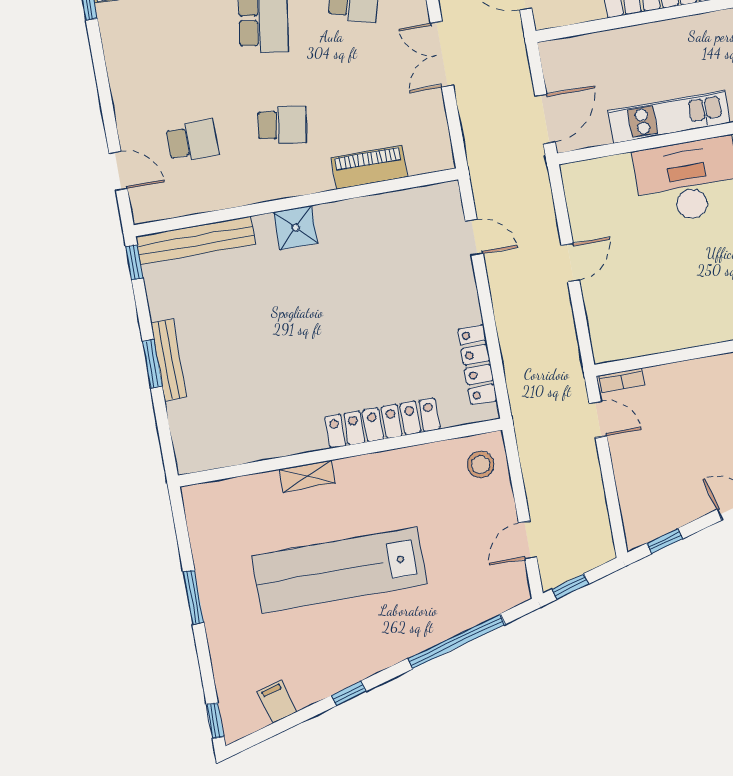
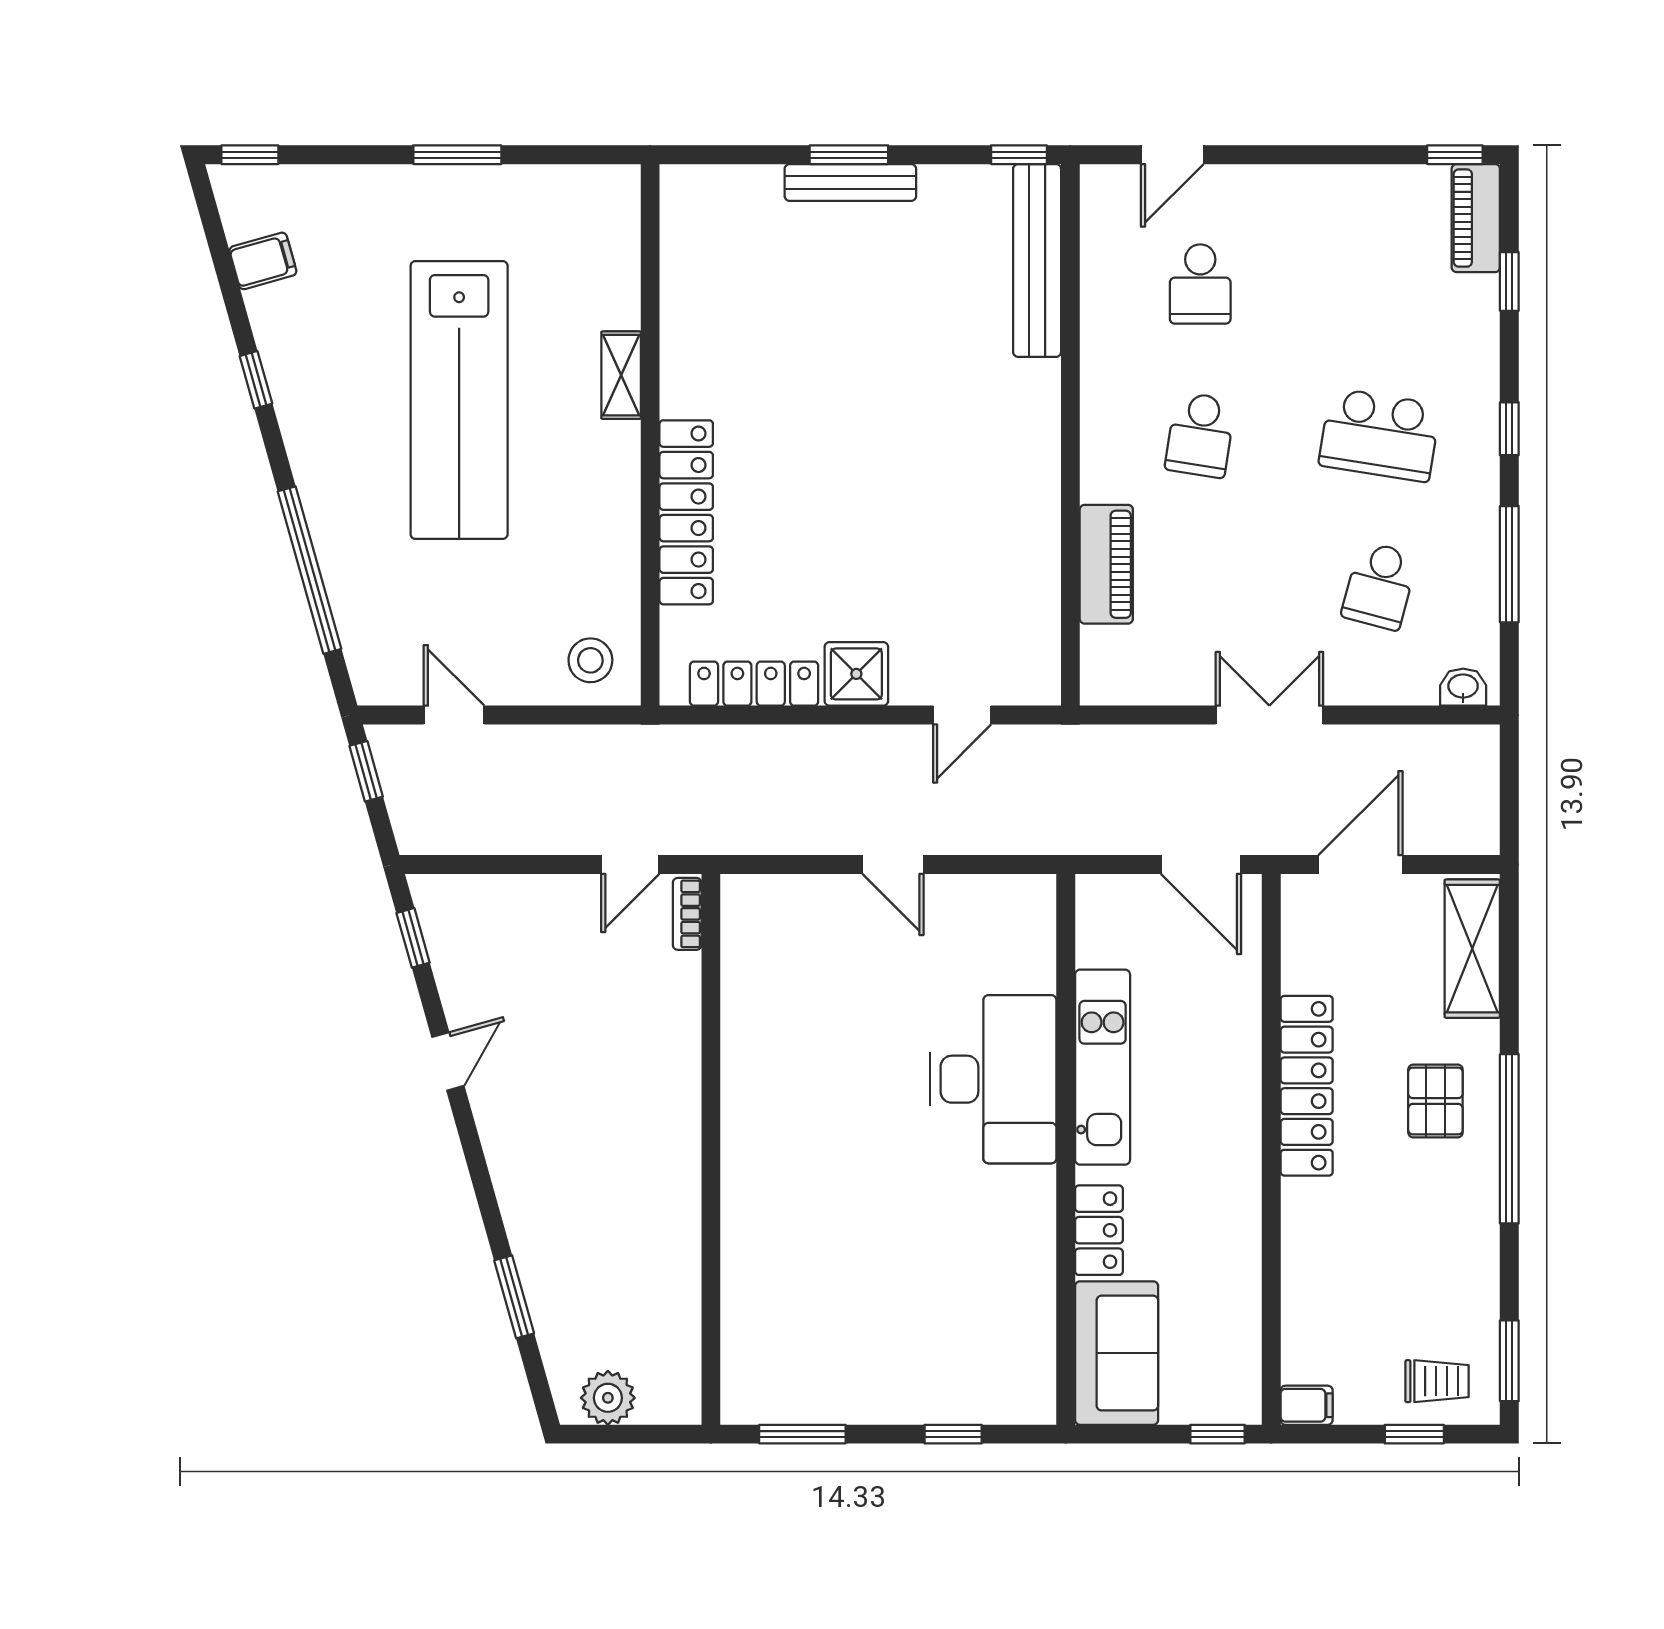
door: (545, 119) -> (1201, 864), moved
shower: (296, 228) -> (856, 674), moved
lab bench: (339, 570) -> (459, 400), turned 180

